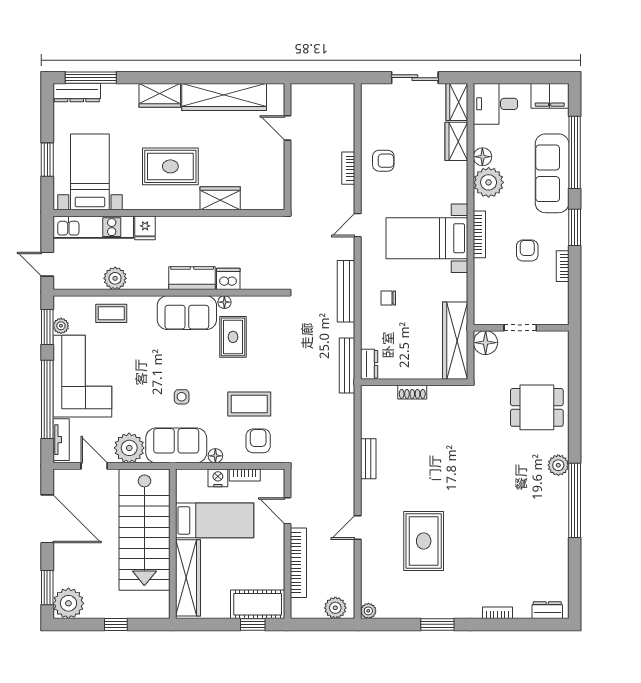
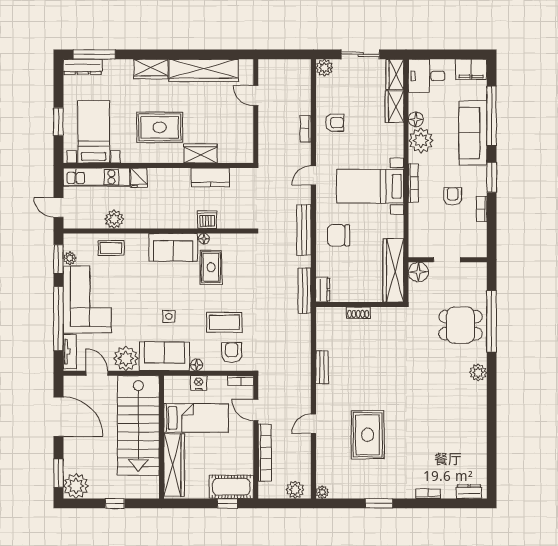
plant: (371, 94) -> (324, 68), added
kitchen counter: (192, 278) -> (210, 177), moved, turned 180
chair: (388, 298) -> (339, 235), width x1.87, depth x1.87
bookcase: (245, 475) -> (241, 381), moved
window: (575, 500) -> (492, 321), moved

